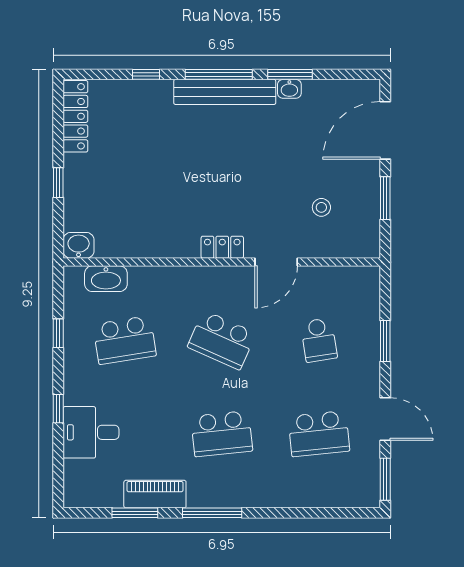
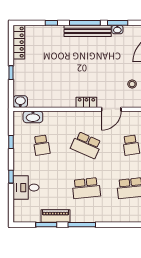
school desk: (125, 340) -> (42, 145), width x0.54

